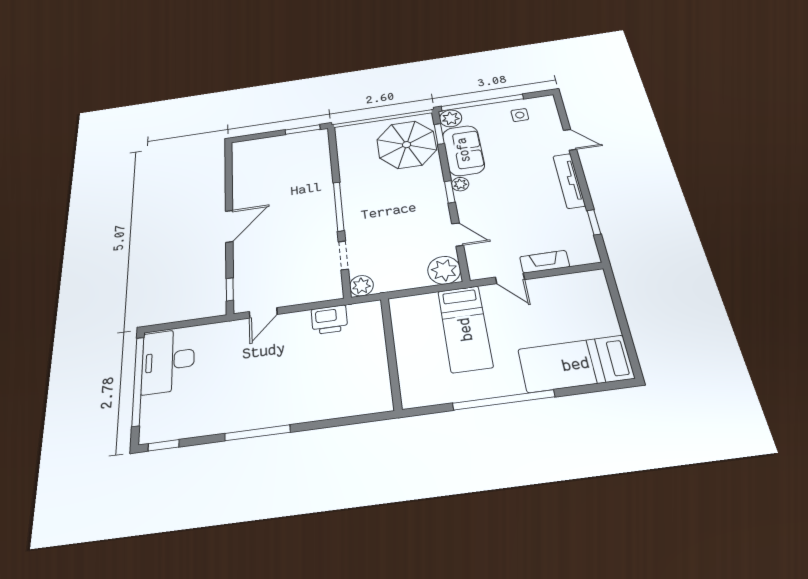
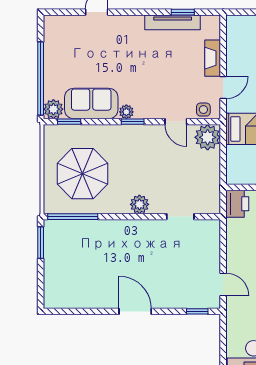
side table: (520, 115) -> (203, 110), moved
parasol: (407, 145) -> (82, 174), moved
tv unit: (569, 181) -> (173, 22), moved
window: (339, 206) -> (73, 217), moved
door: (458, 234) -> (176, 122), swing flipped
plant: (361, 286) -> (139, 204), moved
printer: (329, 320) -> (237, 204), moved

